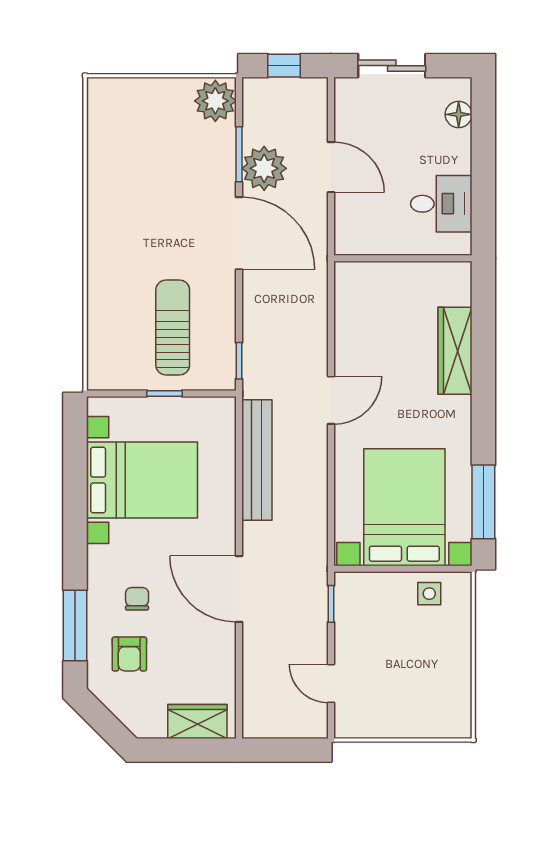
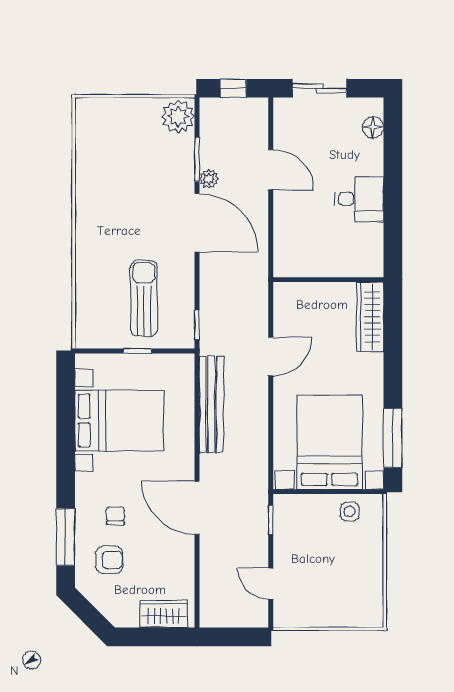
plant: (264, 168) -> (209, 179), width x0.53, depth x0.53
wall: (403, 258) -> (328, 280), moved
armchair: (129, 654) -> (109, 560), turned -90

